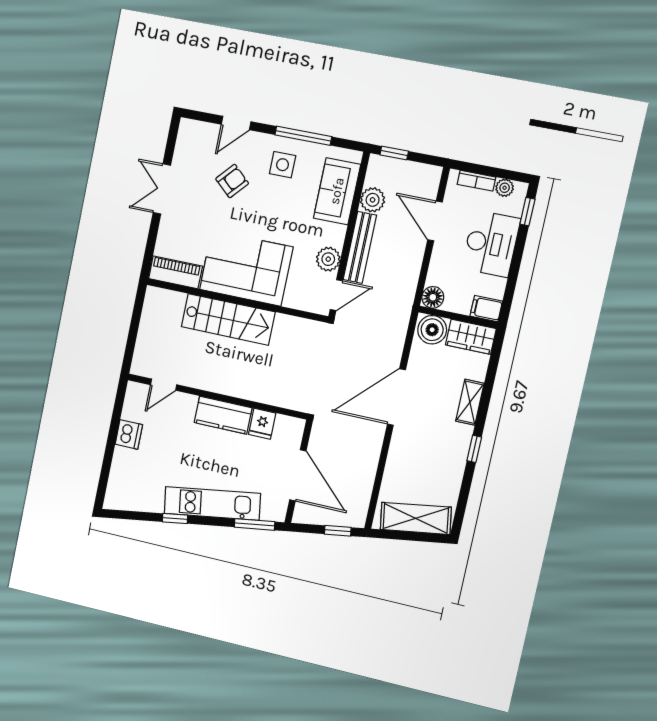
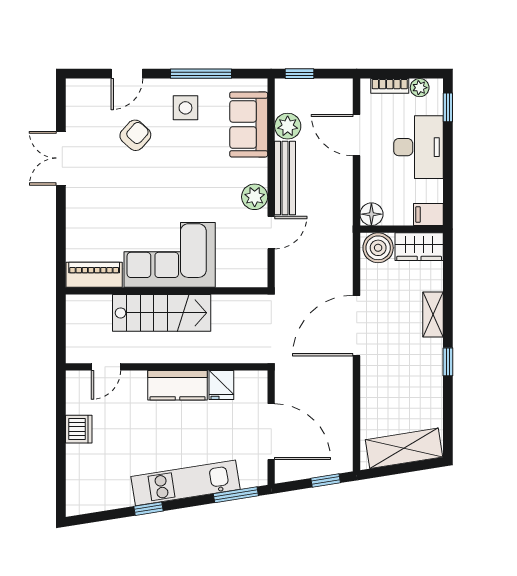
corner sofa: (246, 268) -> (170, 255), moved
piano: (175, 272) -> (94, 275), moved
wall: (237, 300) -> (167, 291), moved
stairs: (228, 319) -> (162, 313), moved

